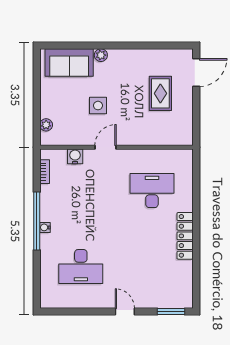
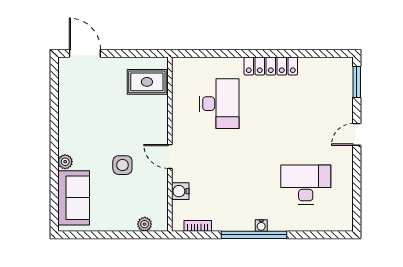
rug: (160, 93) -> (147, 82), moved
desk: (152, 191) -> (219, 104), turned 180
desk: (81, 267) -> (306, 185), turned -90

